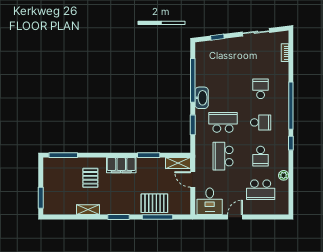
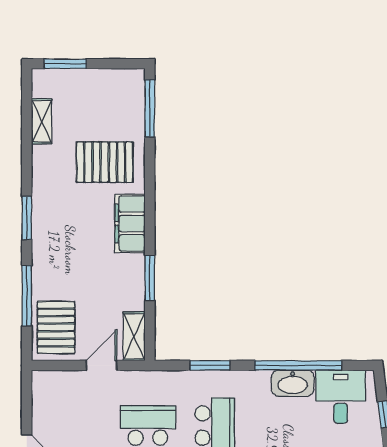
washbasin: (202, 98) -> (293, 383), moved
pallet: (90, 178) -> (105, 162), width x1.50, depth x1.42
desk: (210, 201) -> (341, 397), moved, turned 90
pallet: (154, 203) -> (56, 328), moved
shelving: (88, 210) -> (42, 121), moved

